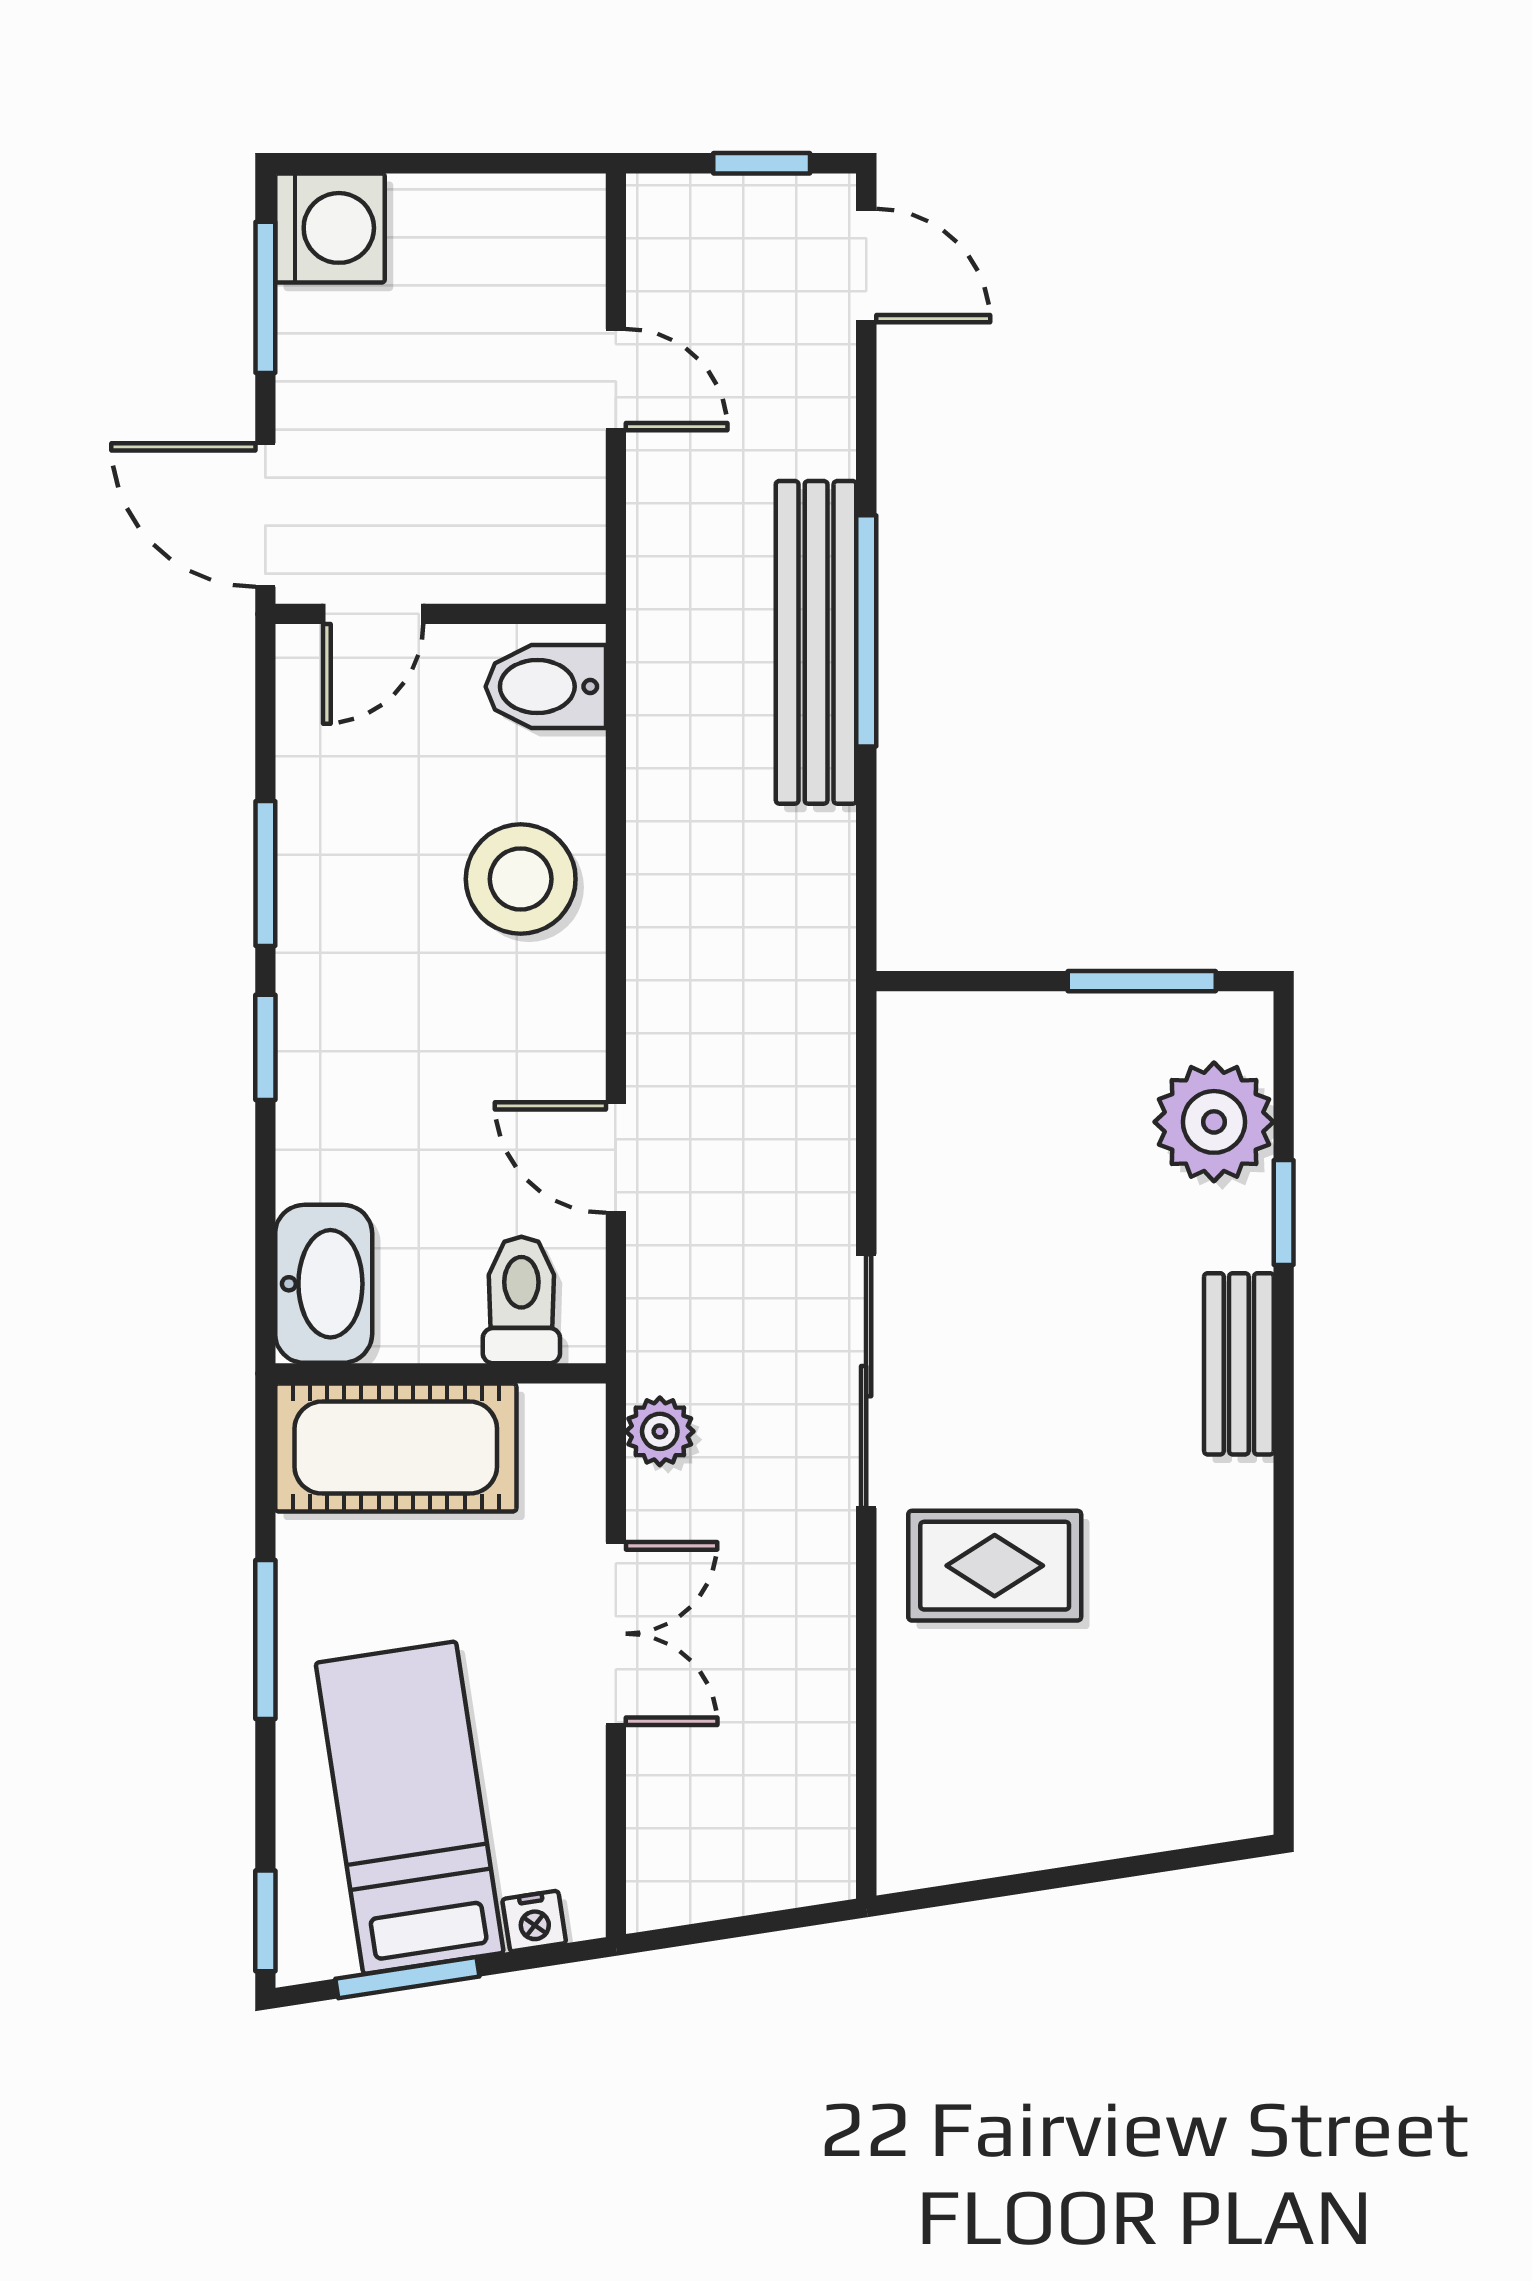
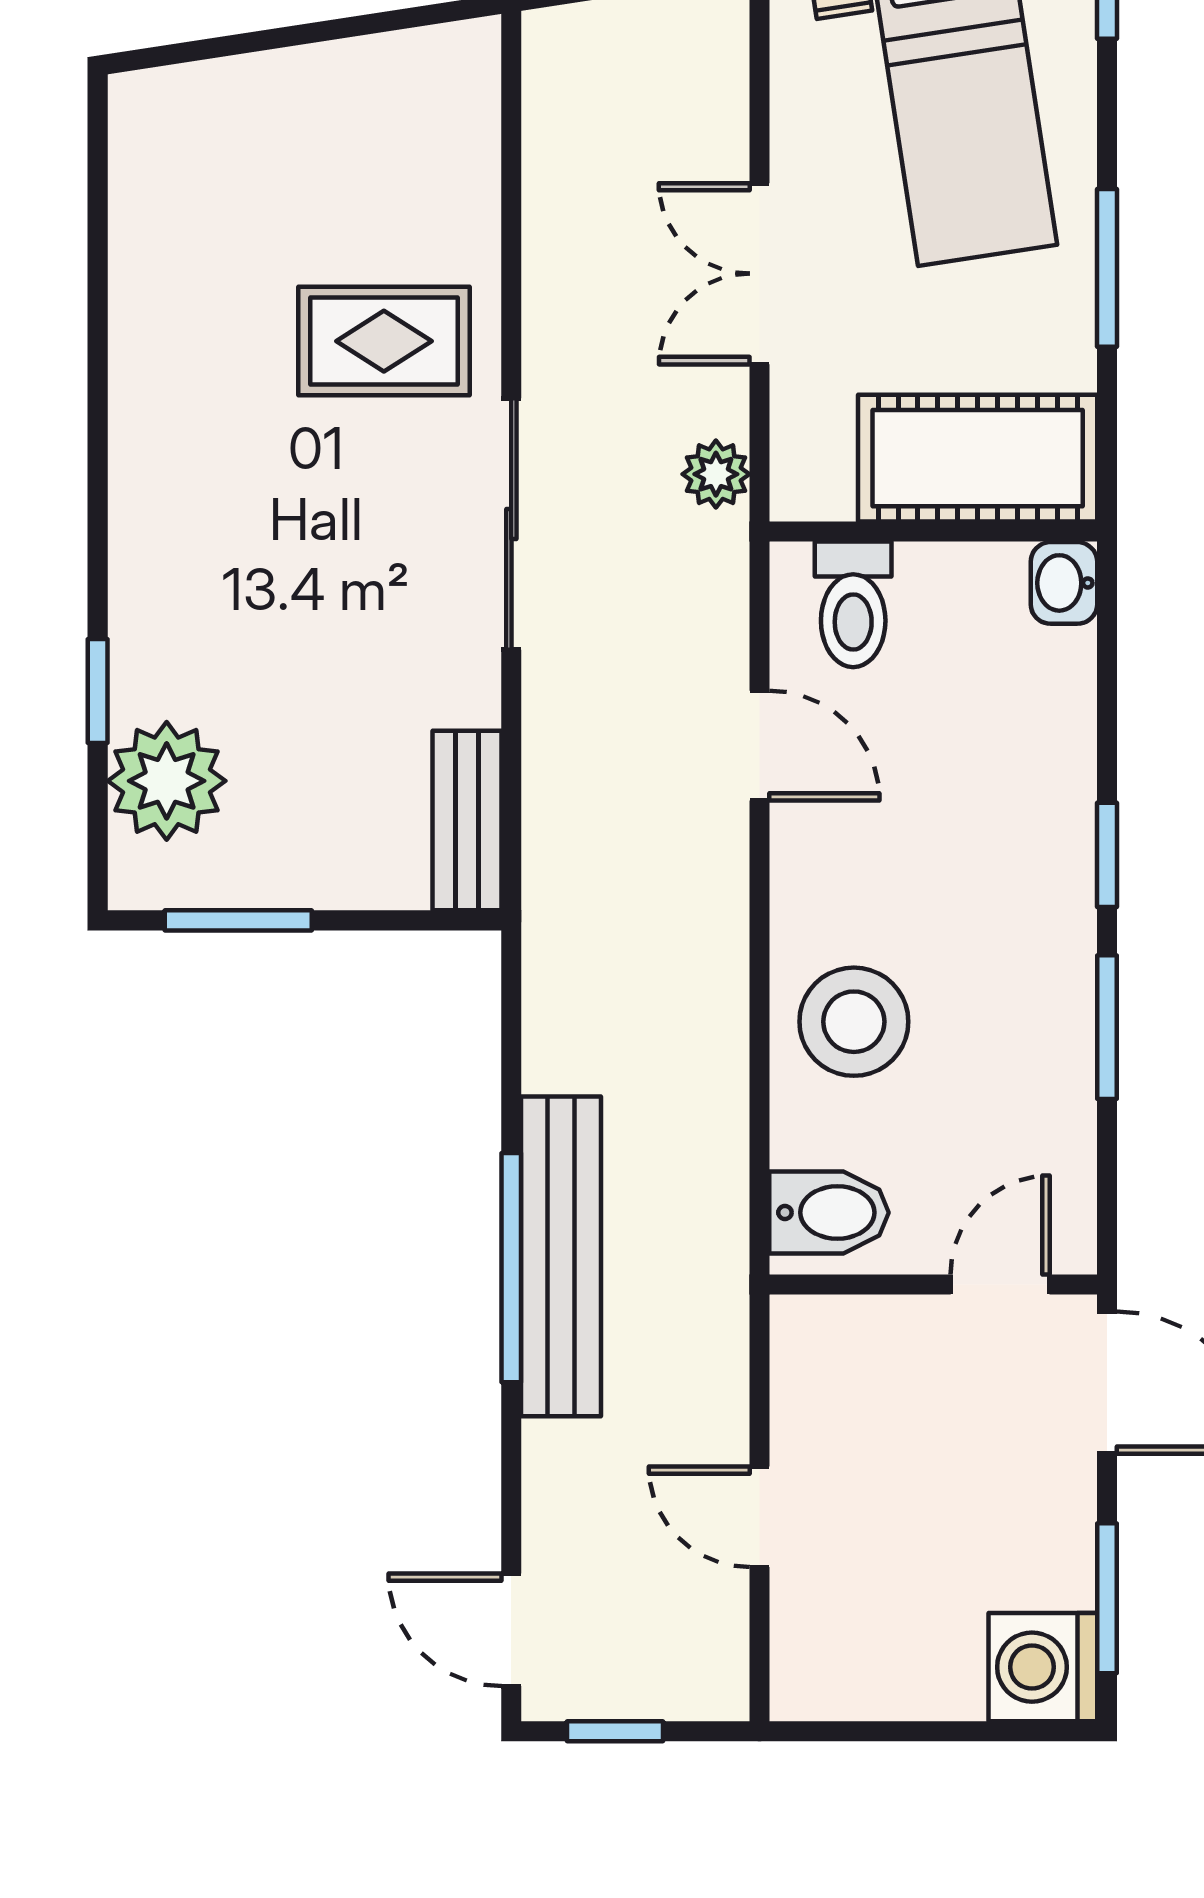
washbasin: (324, 1284) -> (1064, 583), width x0.52, depth x0.69
bench: (1239, 1364) -> (467, 821), moved

